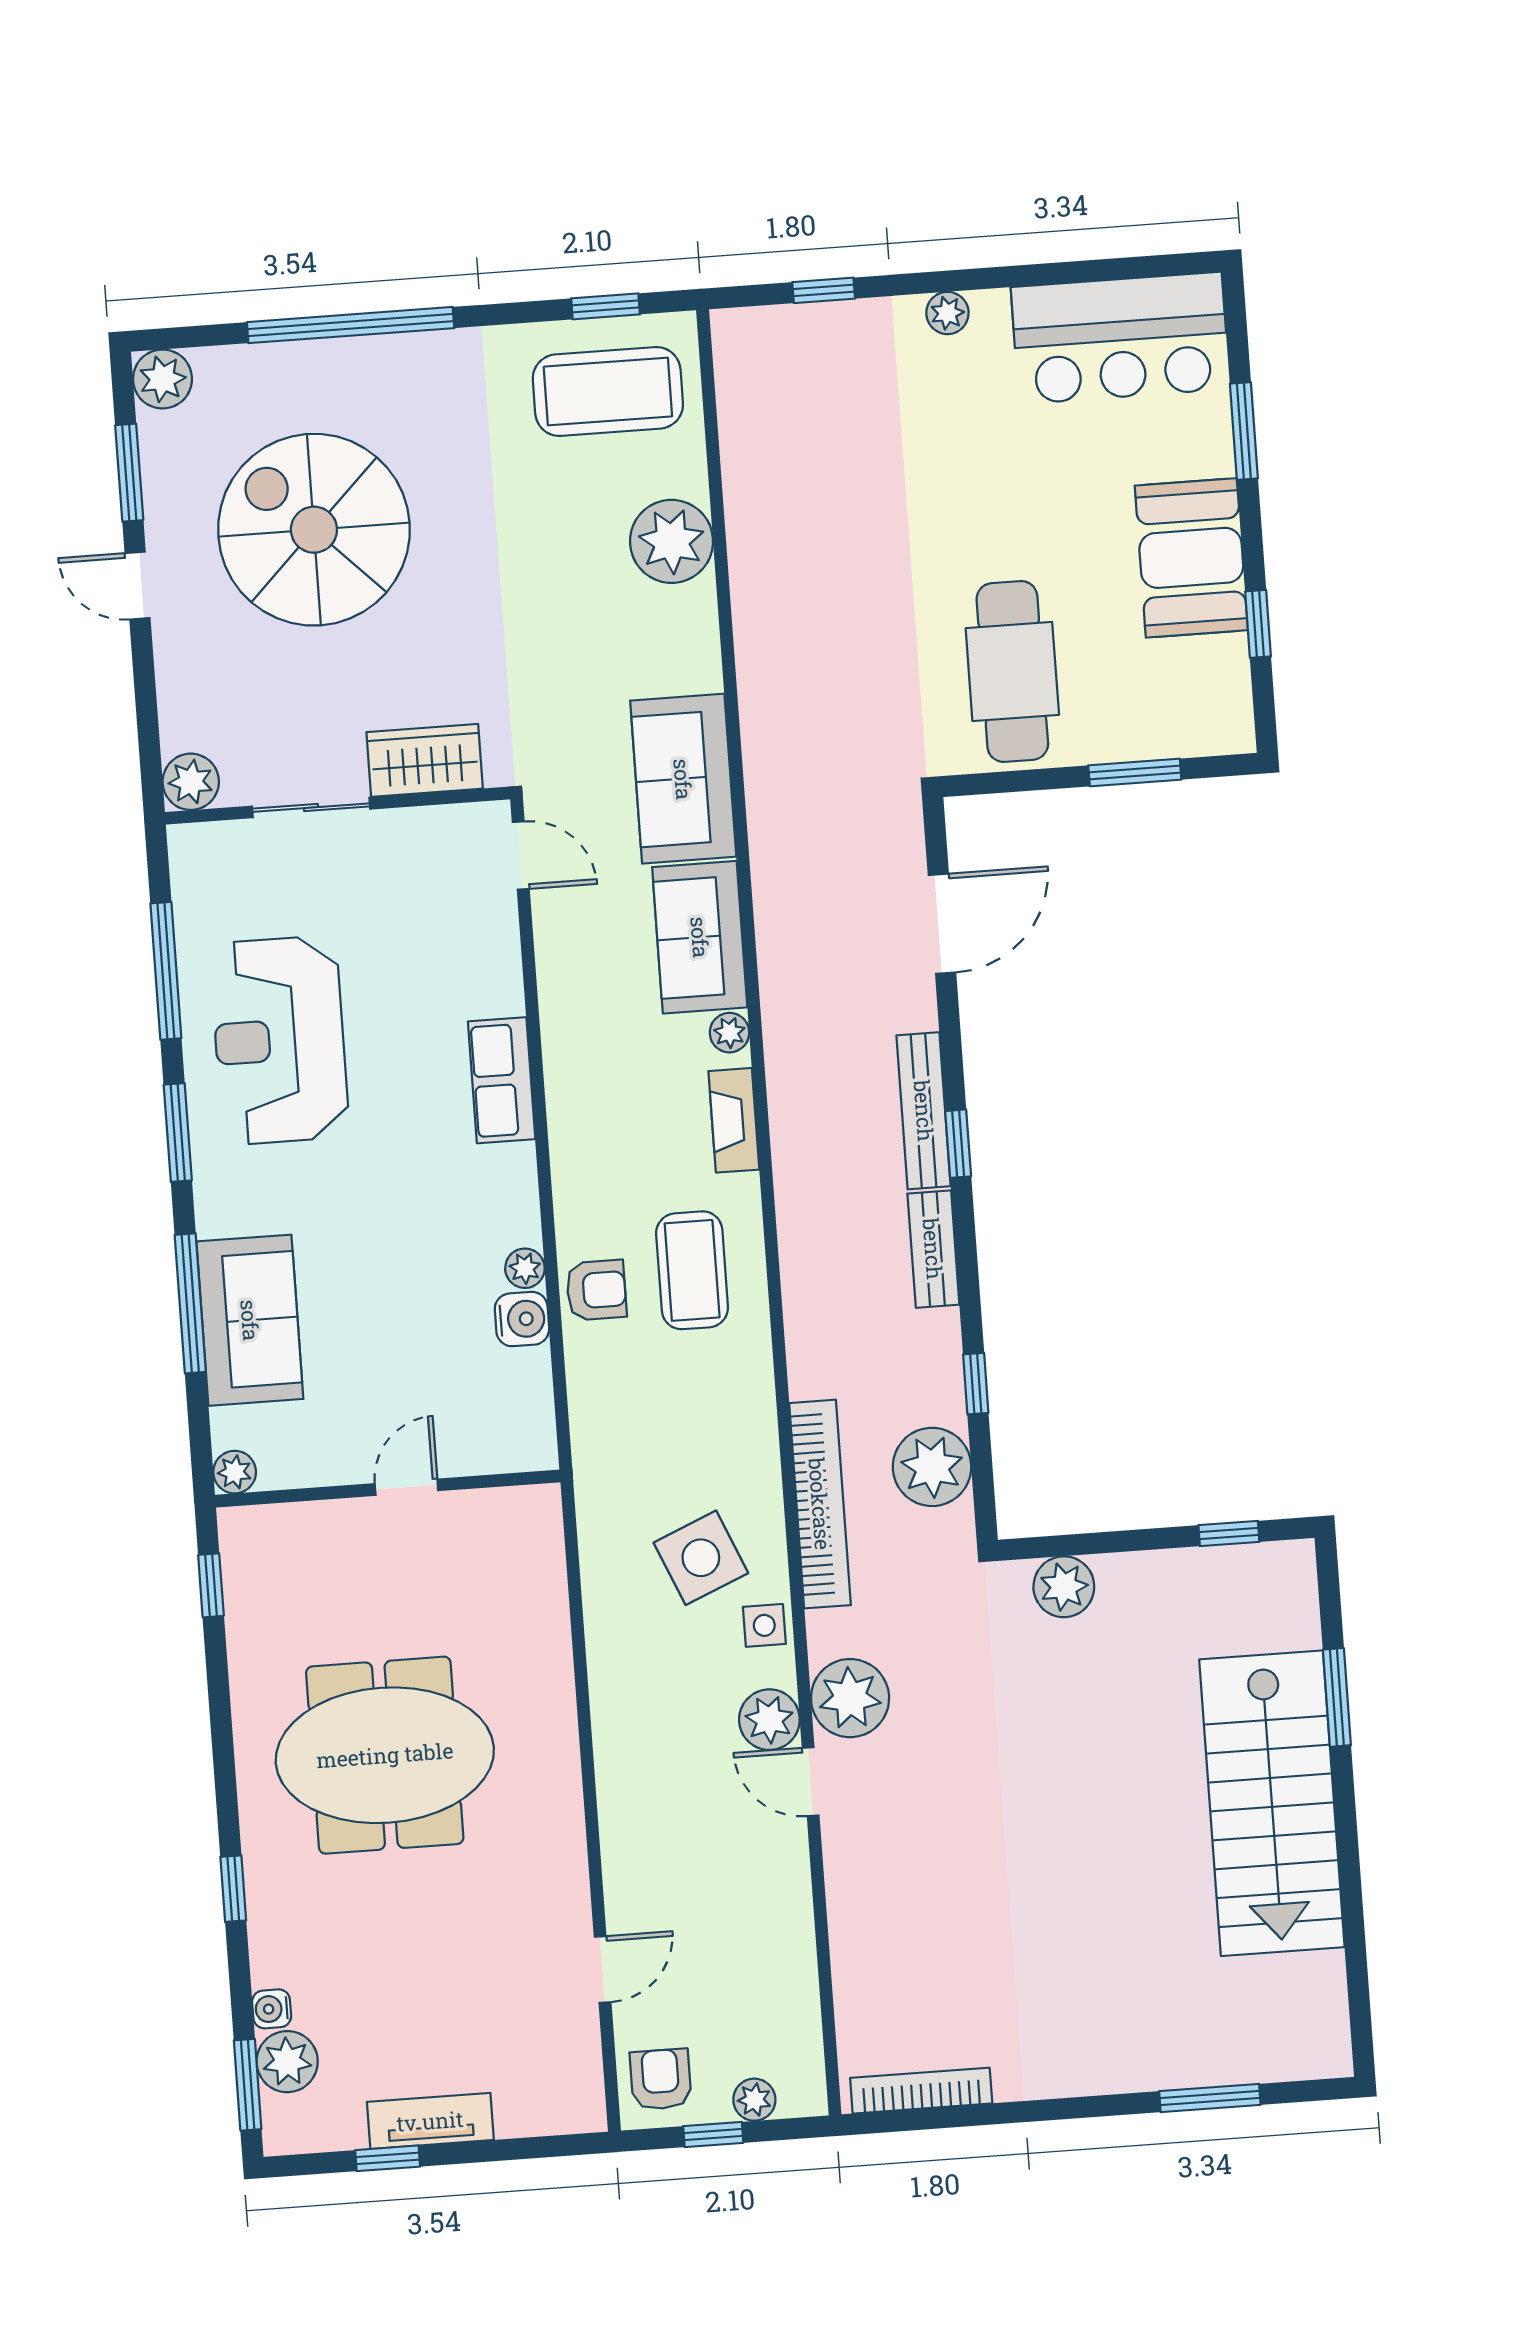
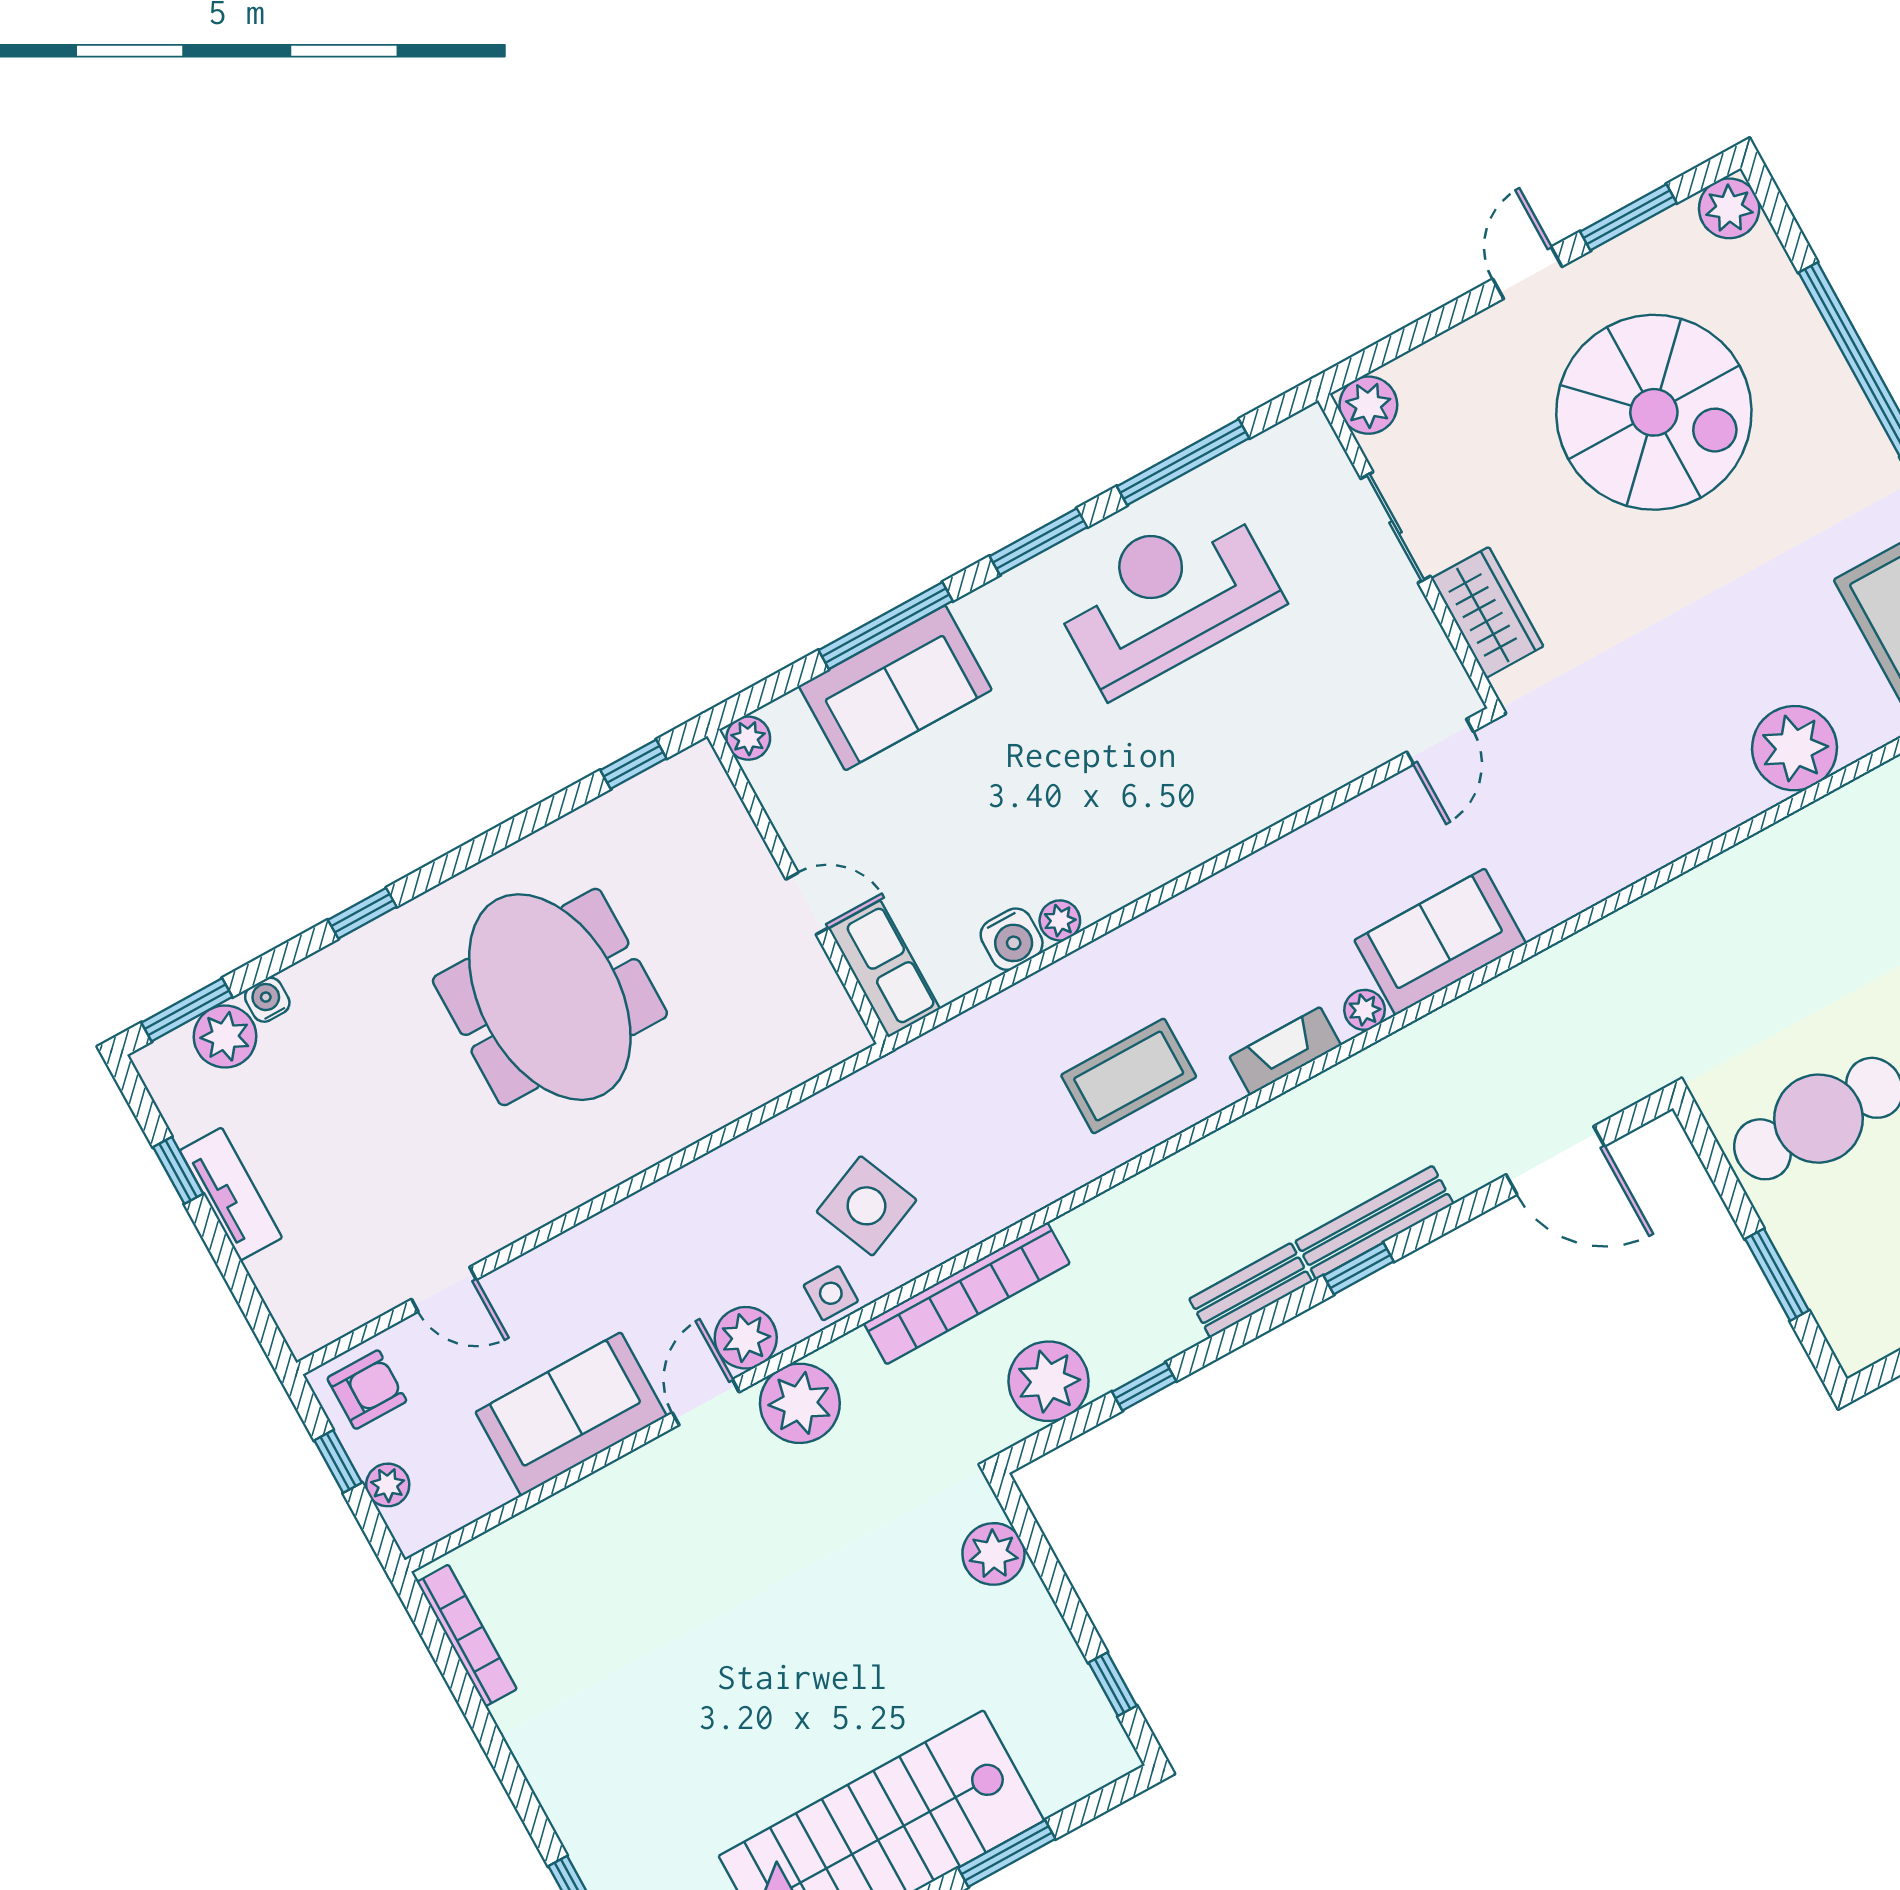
spiral stairs: (314, 530) -> (1654, 412), turned 90
sofa: (683, 779) -> (571, 1414), moved
row of seats: (502, 1080) -> (884, 969), moved, turned 90
armchair: (596, 1290) -> (1070, 996), removed

